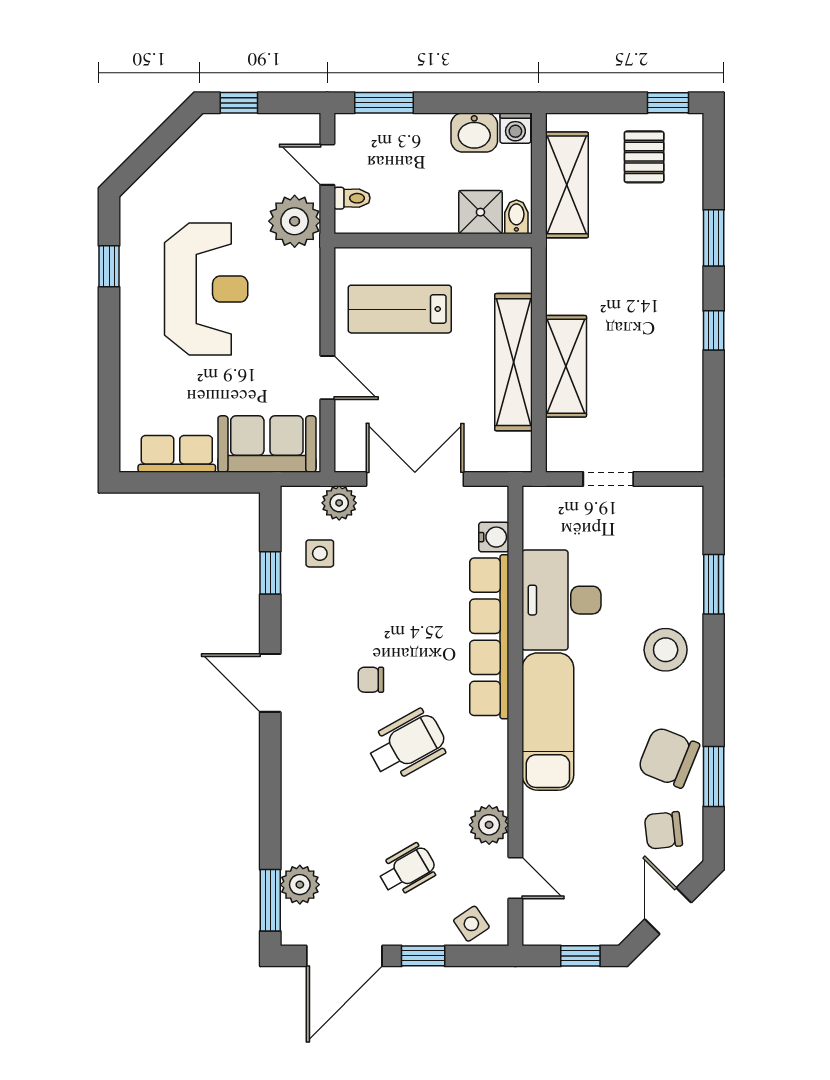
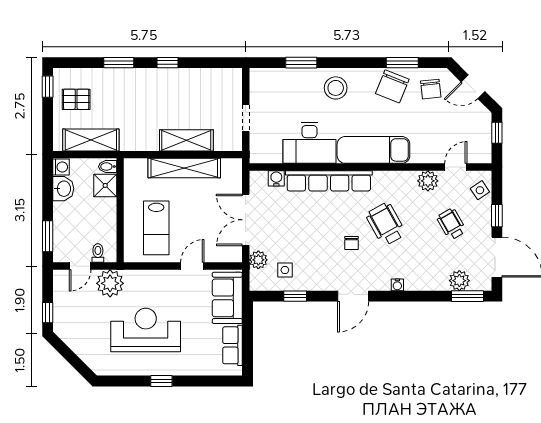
window: (109, 266) -> (161, 381), moved
water cooler: (292, 767) -> (397, 285), added

